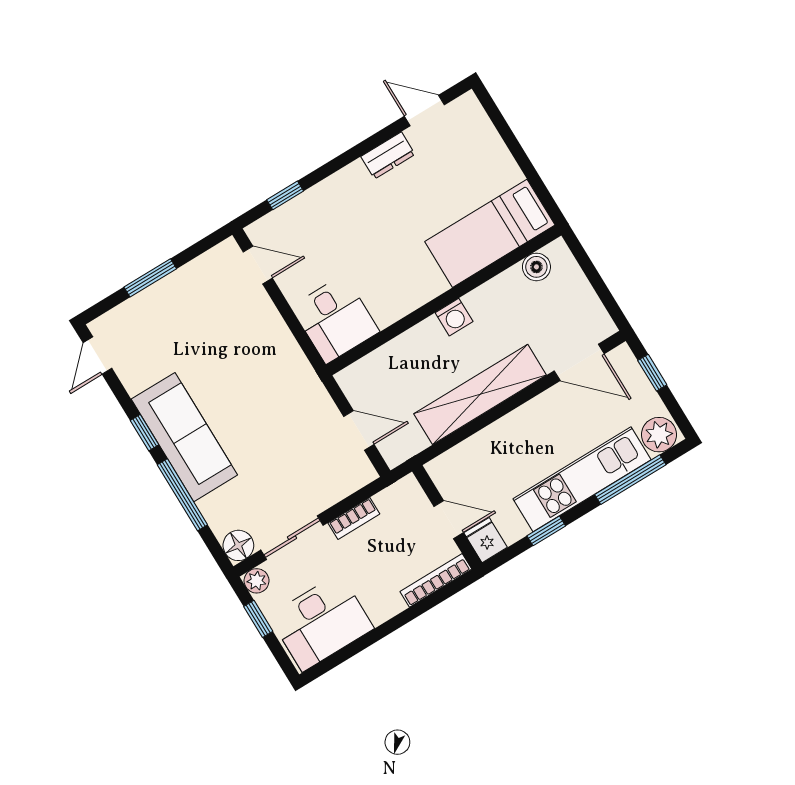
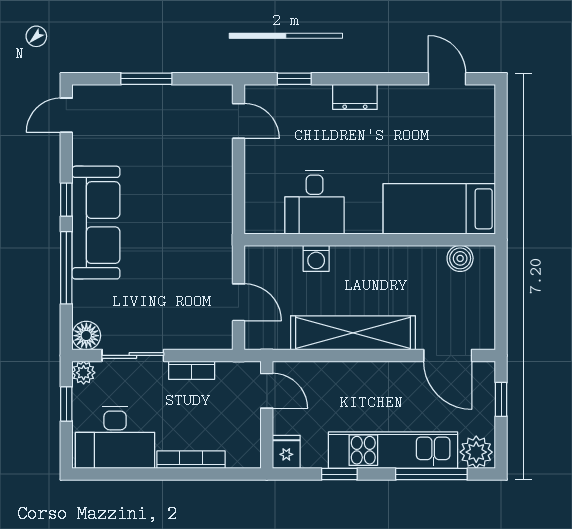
dresser: (388, 155) -> (355, 97), moved
washing machine: (454, 317) -> (316, 258), moved
desk: (335, 319) -> (315, 202), moved
door: (449, 520) -> (267, 391), moved
bookcase: (436, 580) -> (191, 460), moved

